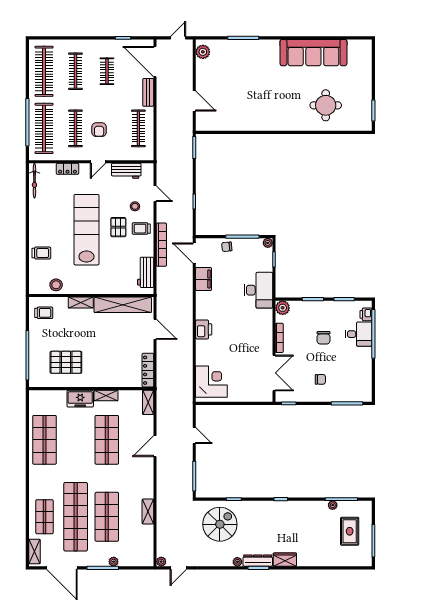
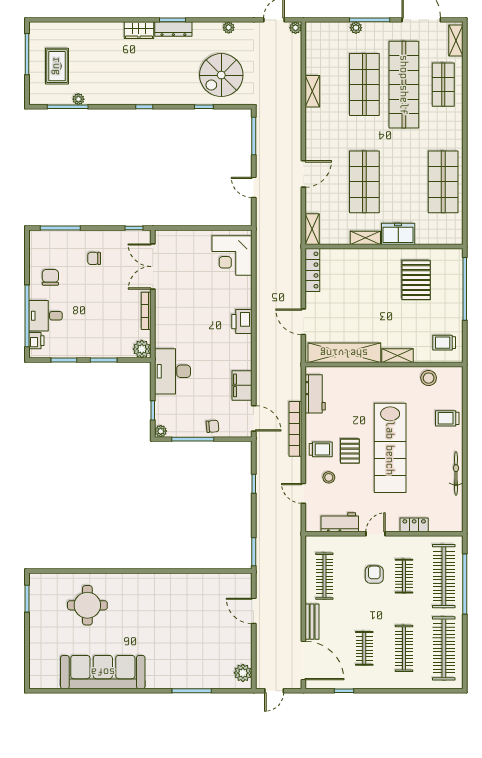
clothes rail: (75, 128) -> (404, 576), width x0.73
bicycle: (34, 181) -> (456, 473), moved
chair: (324, 338) -> (50, 277), moved
pallet: (66, 362) -> (416, 280), turned 90
plant: (237, 562) -> (229, 28), moved

